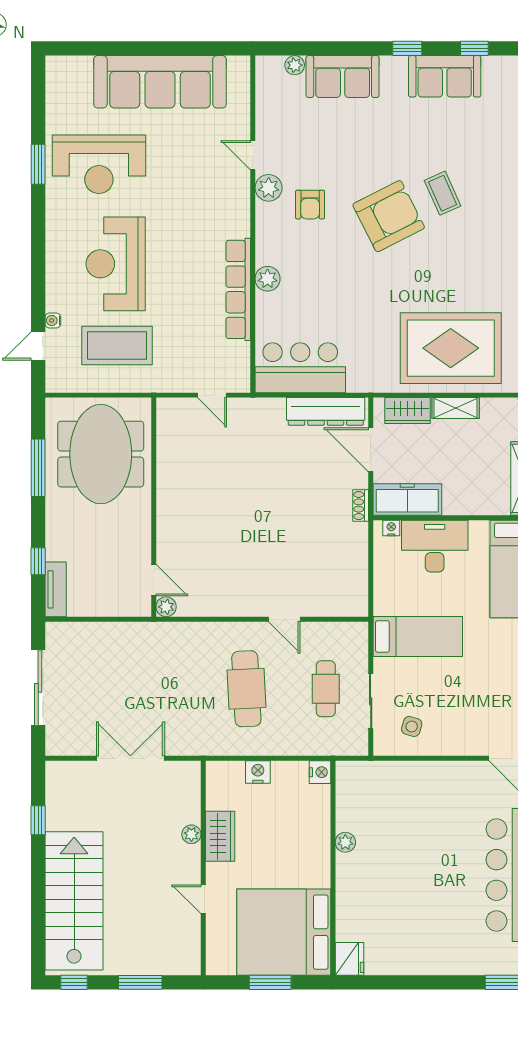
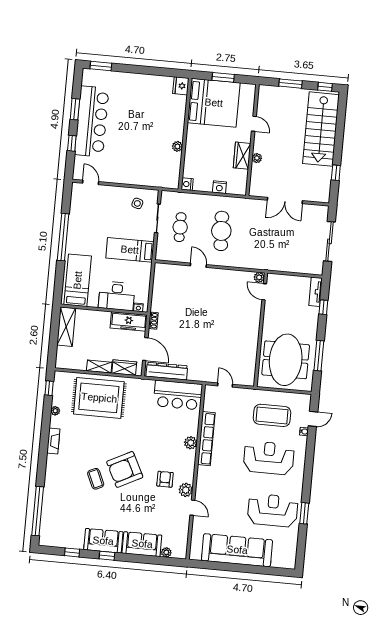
sofa: (445, 76) -> (103, 541), moved
reception desk: (116, 264) -> (269, 458), turned -90

